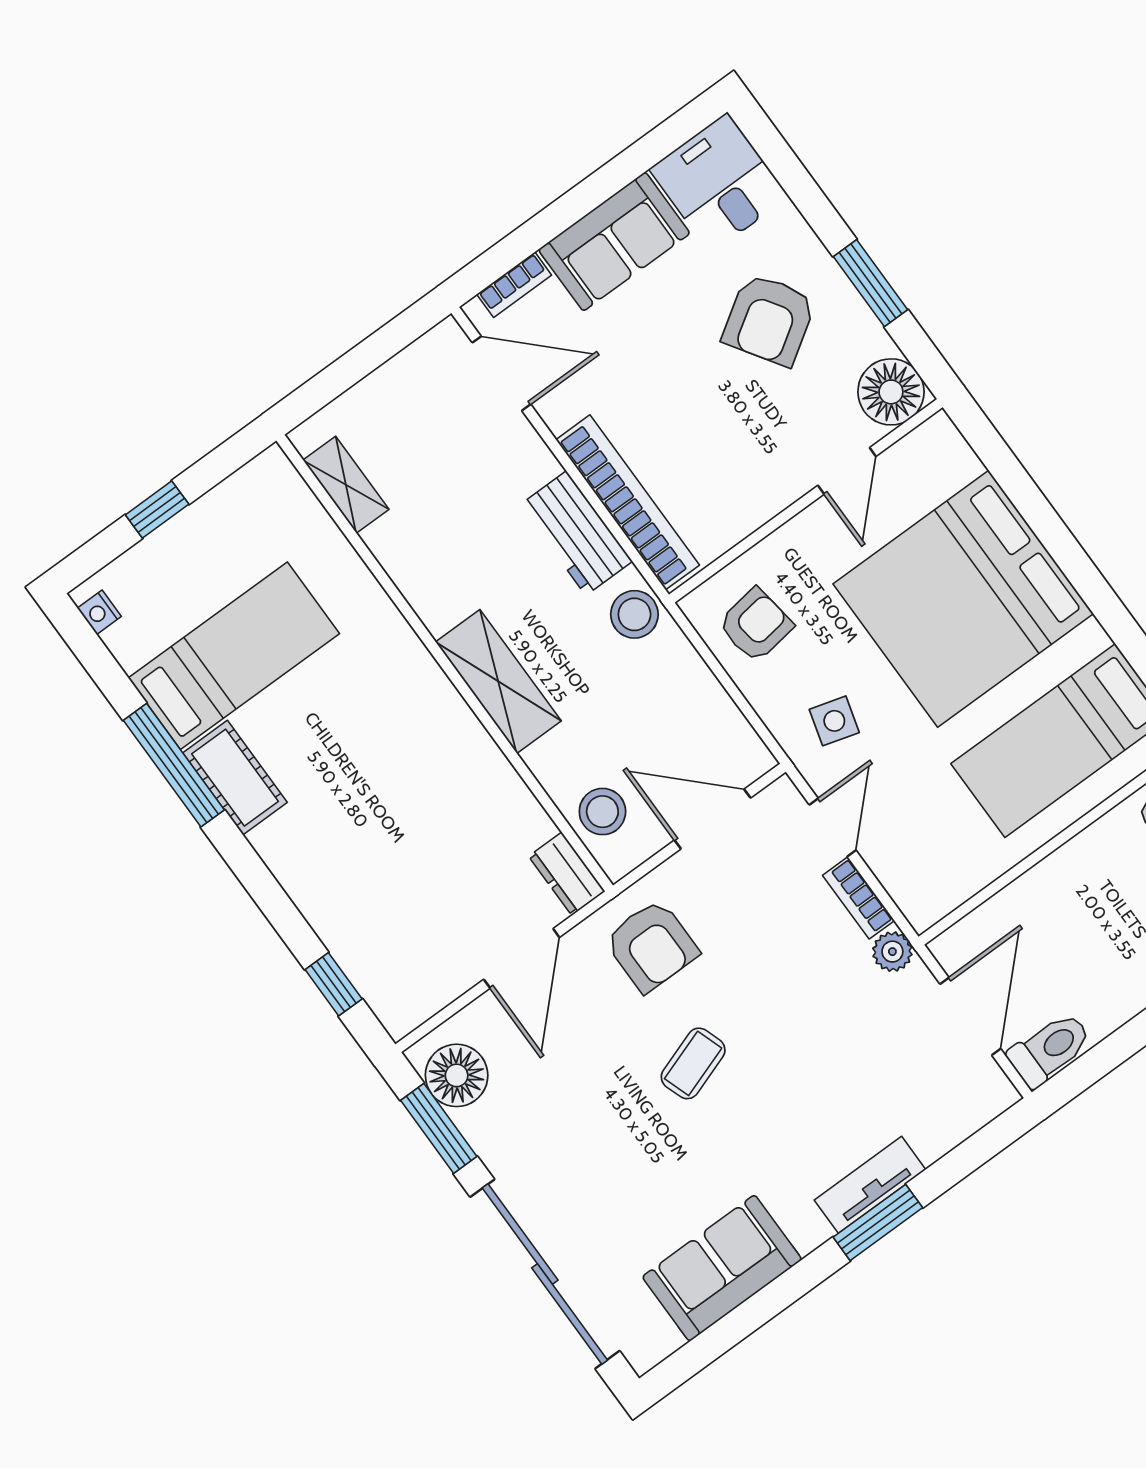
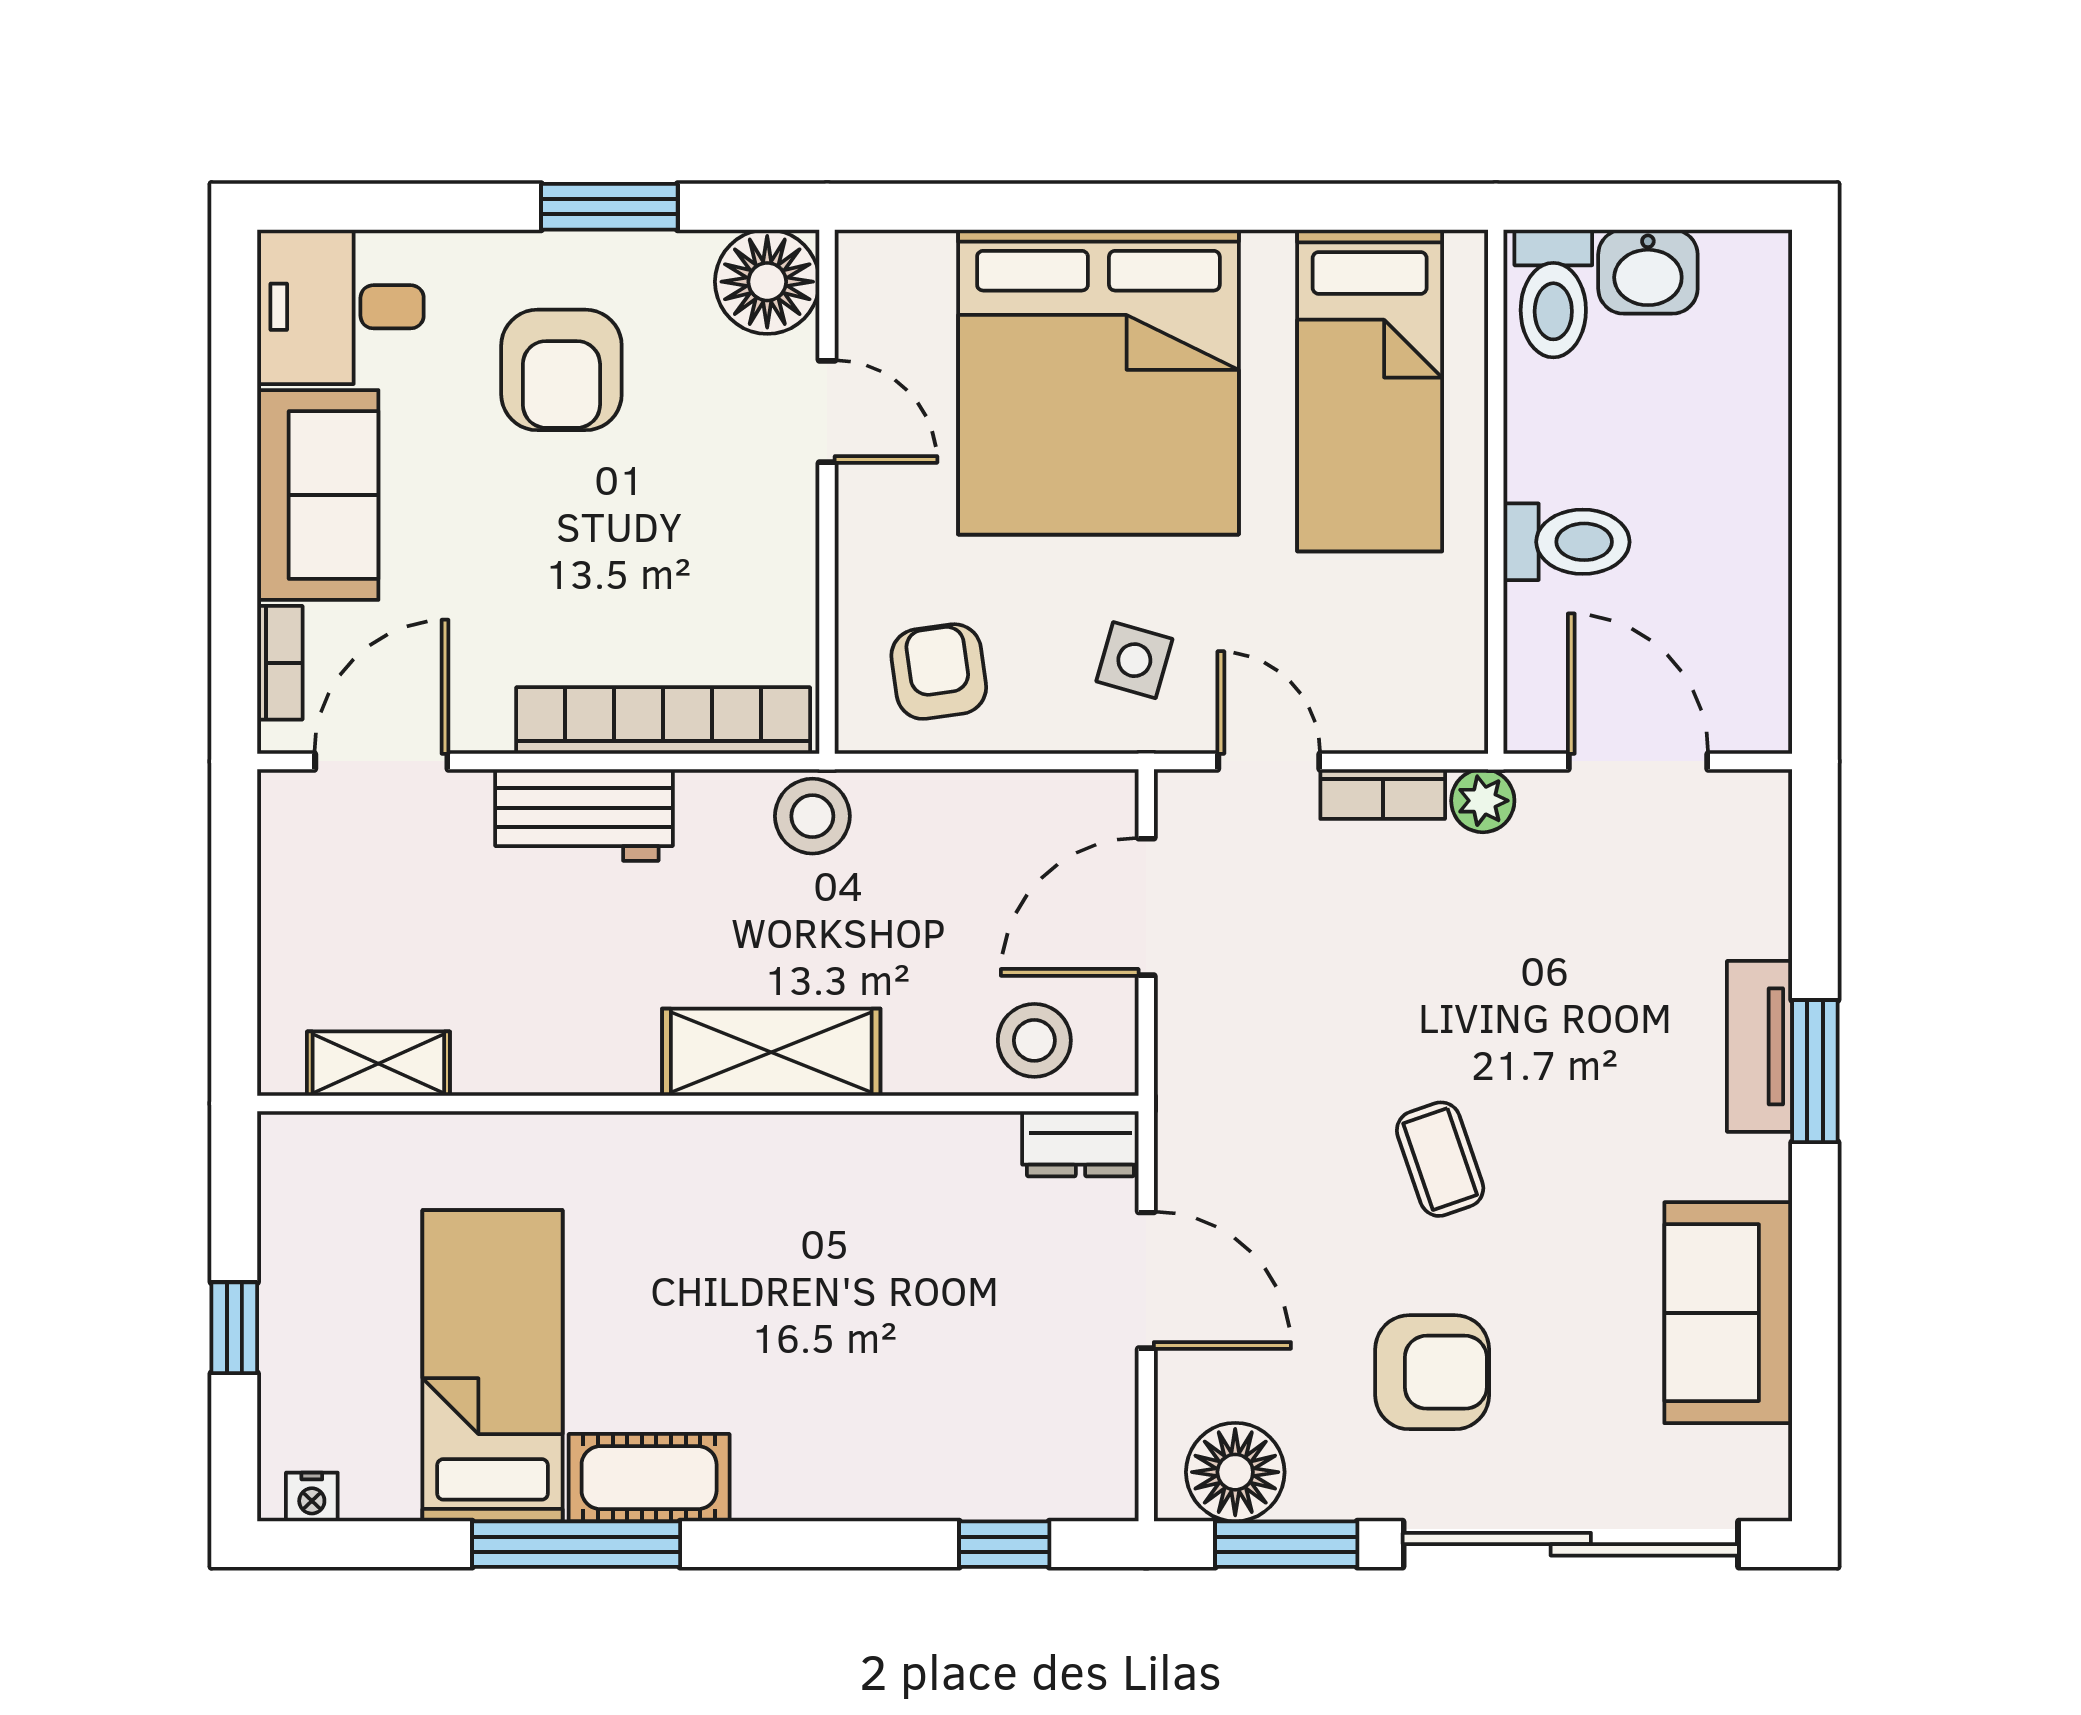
armchair: (769, 320) -> (561, 370), turned 33
workbench: (576, 533) -> (584, 815), moved
armchair: (651, 946) -> (1432, 1372), moved
toilet: (1050, 1049) -> (1566, 542), moved, turned 90

